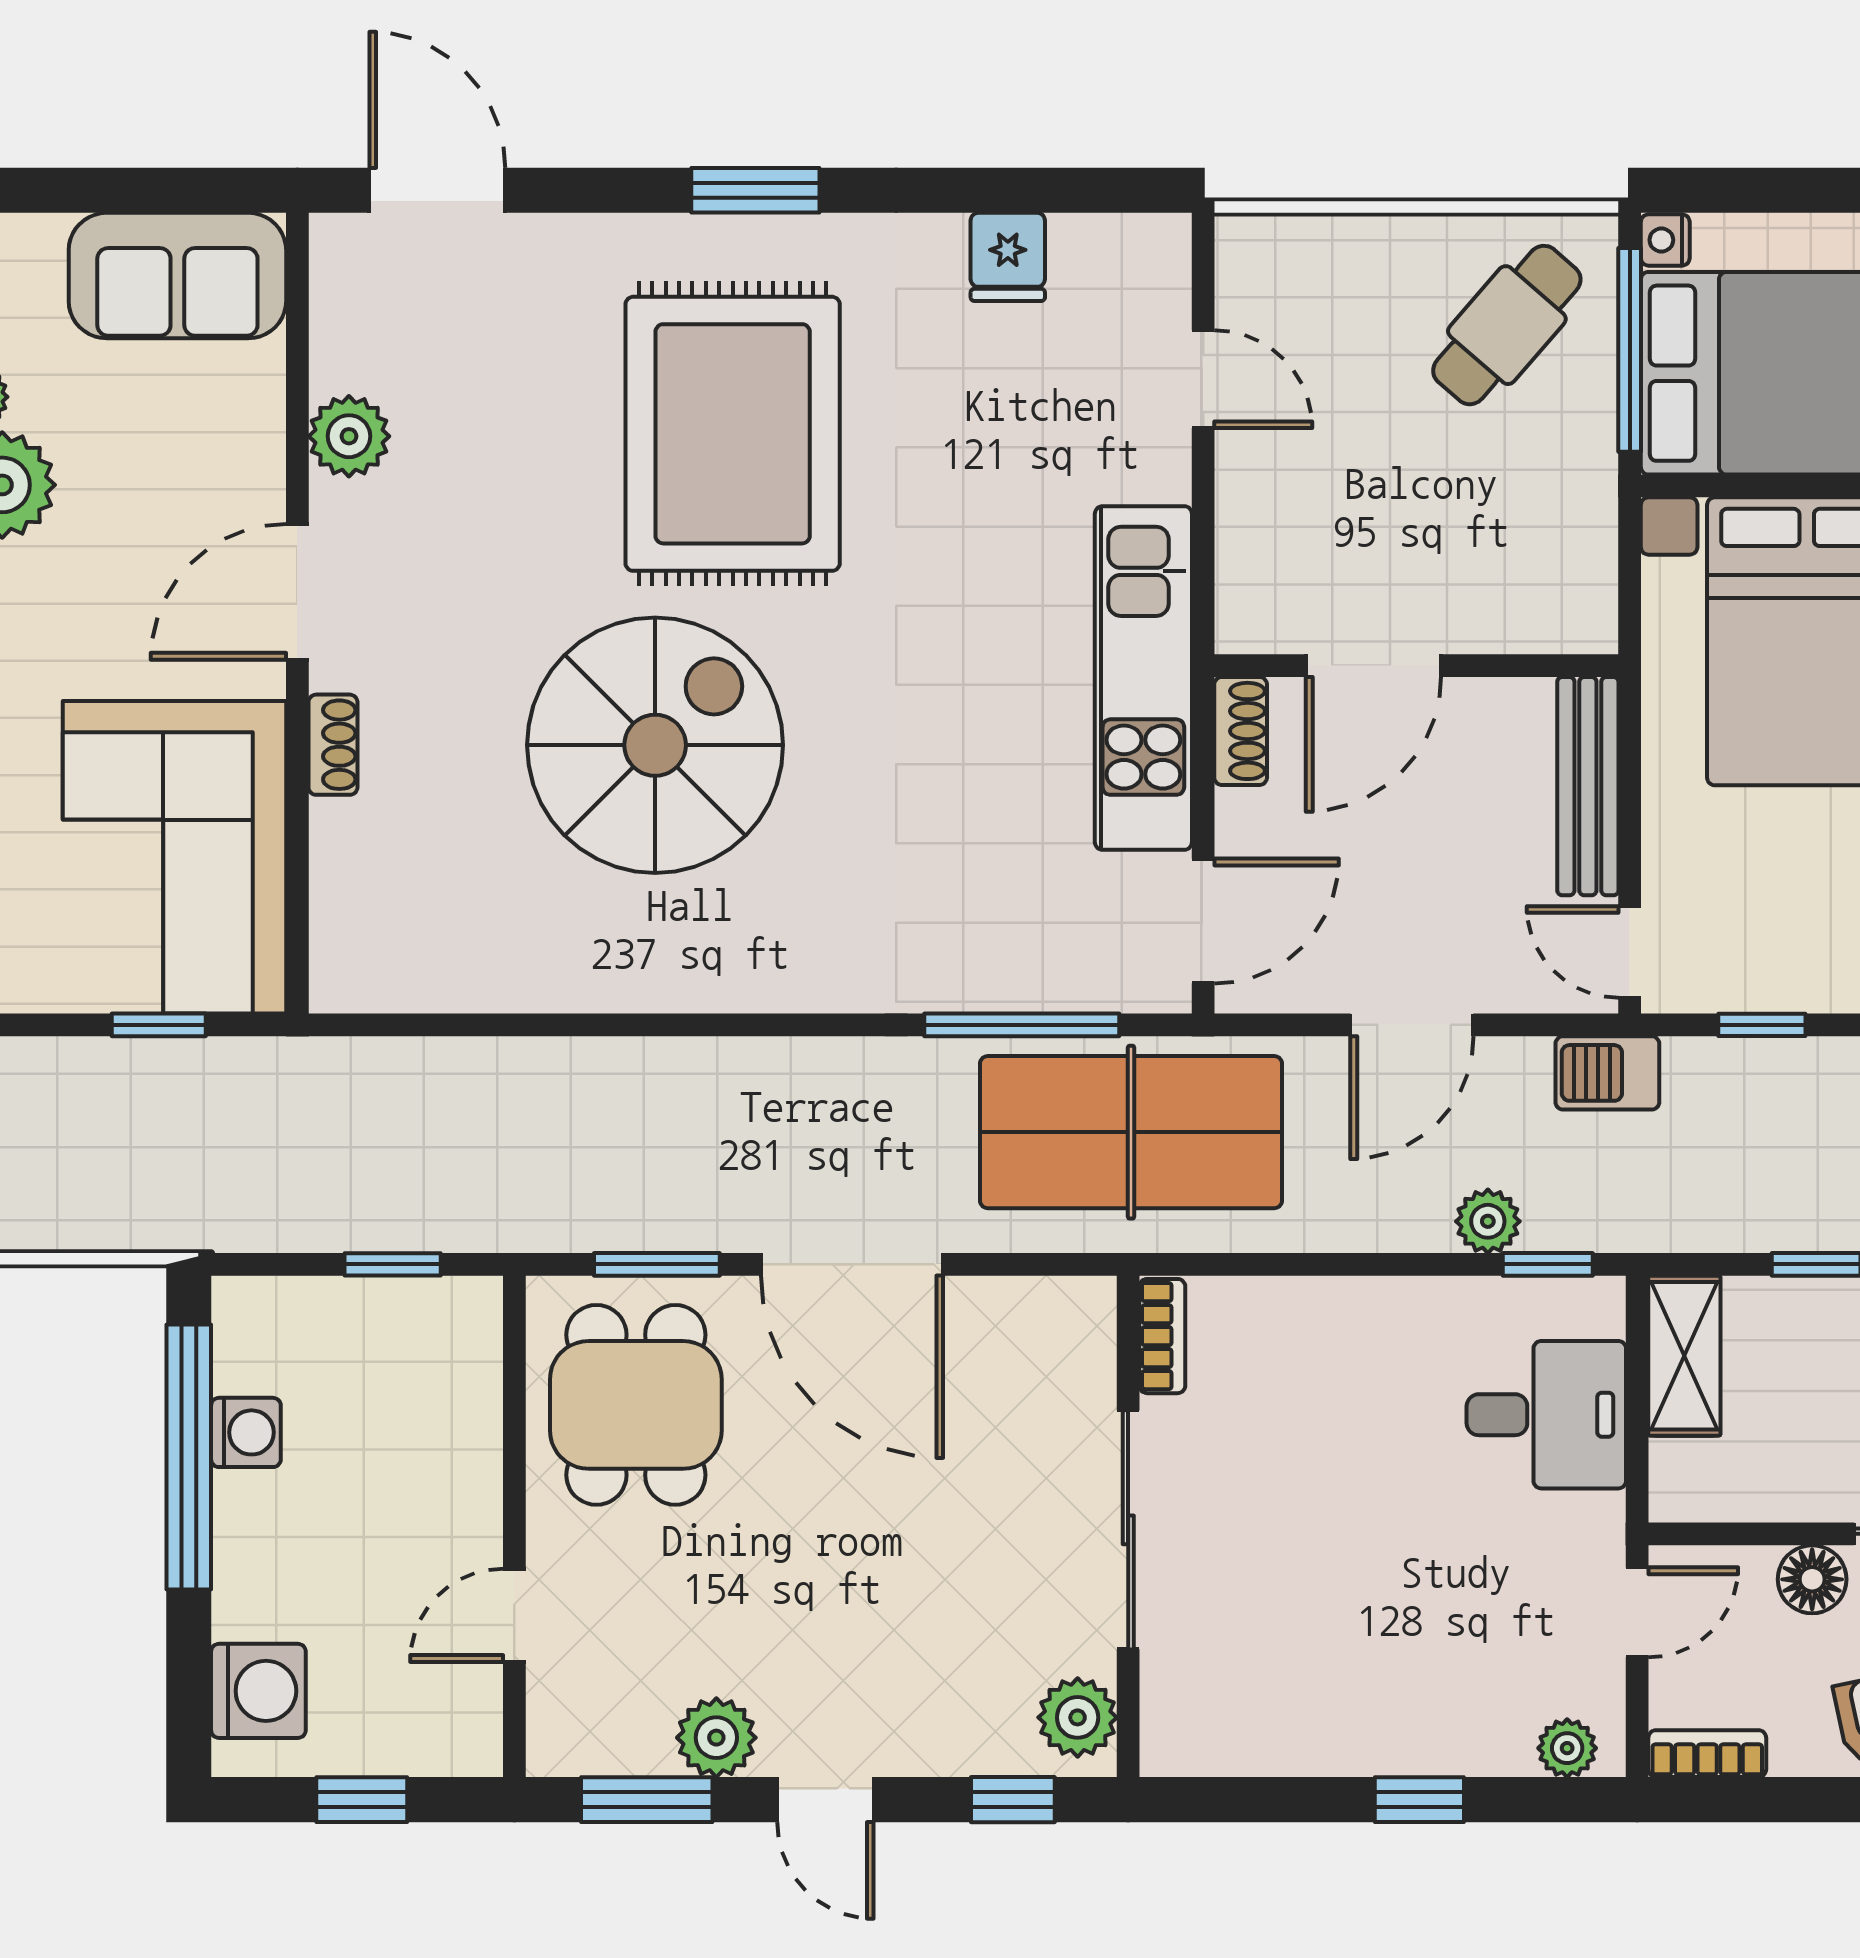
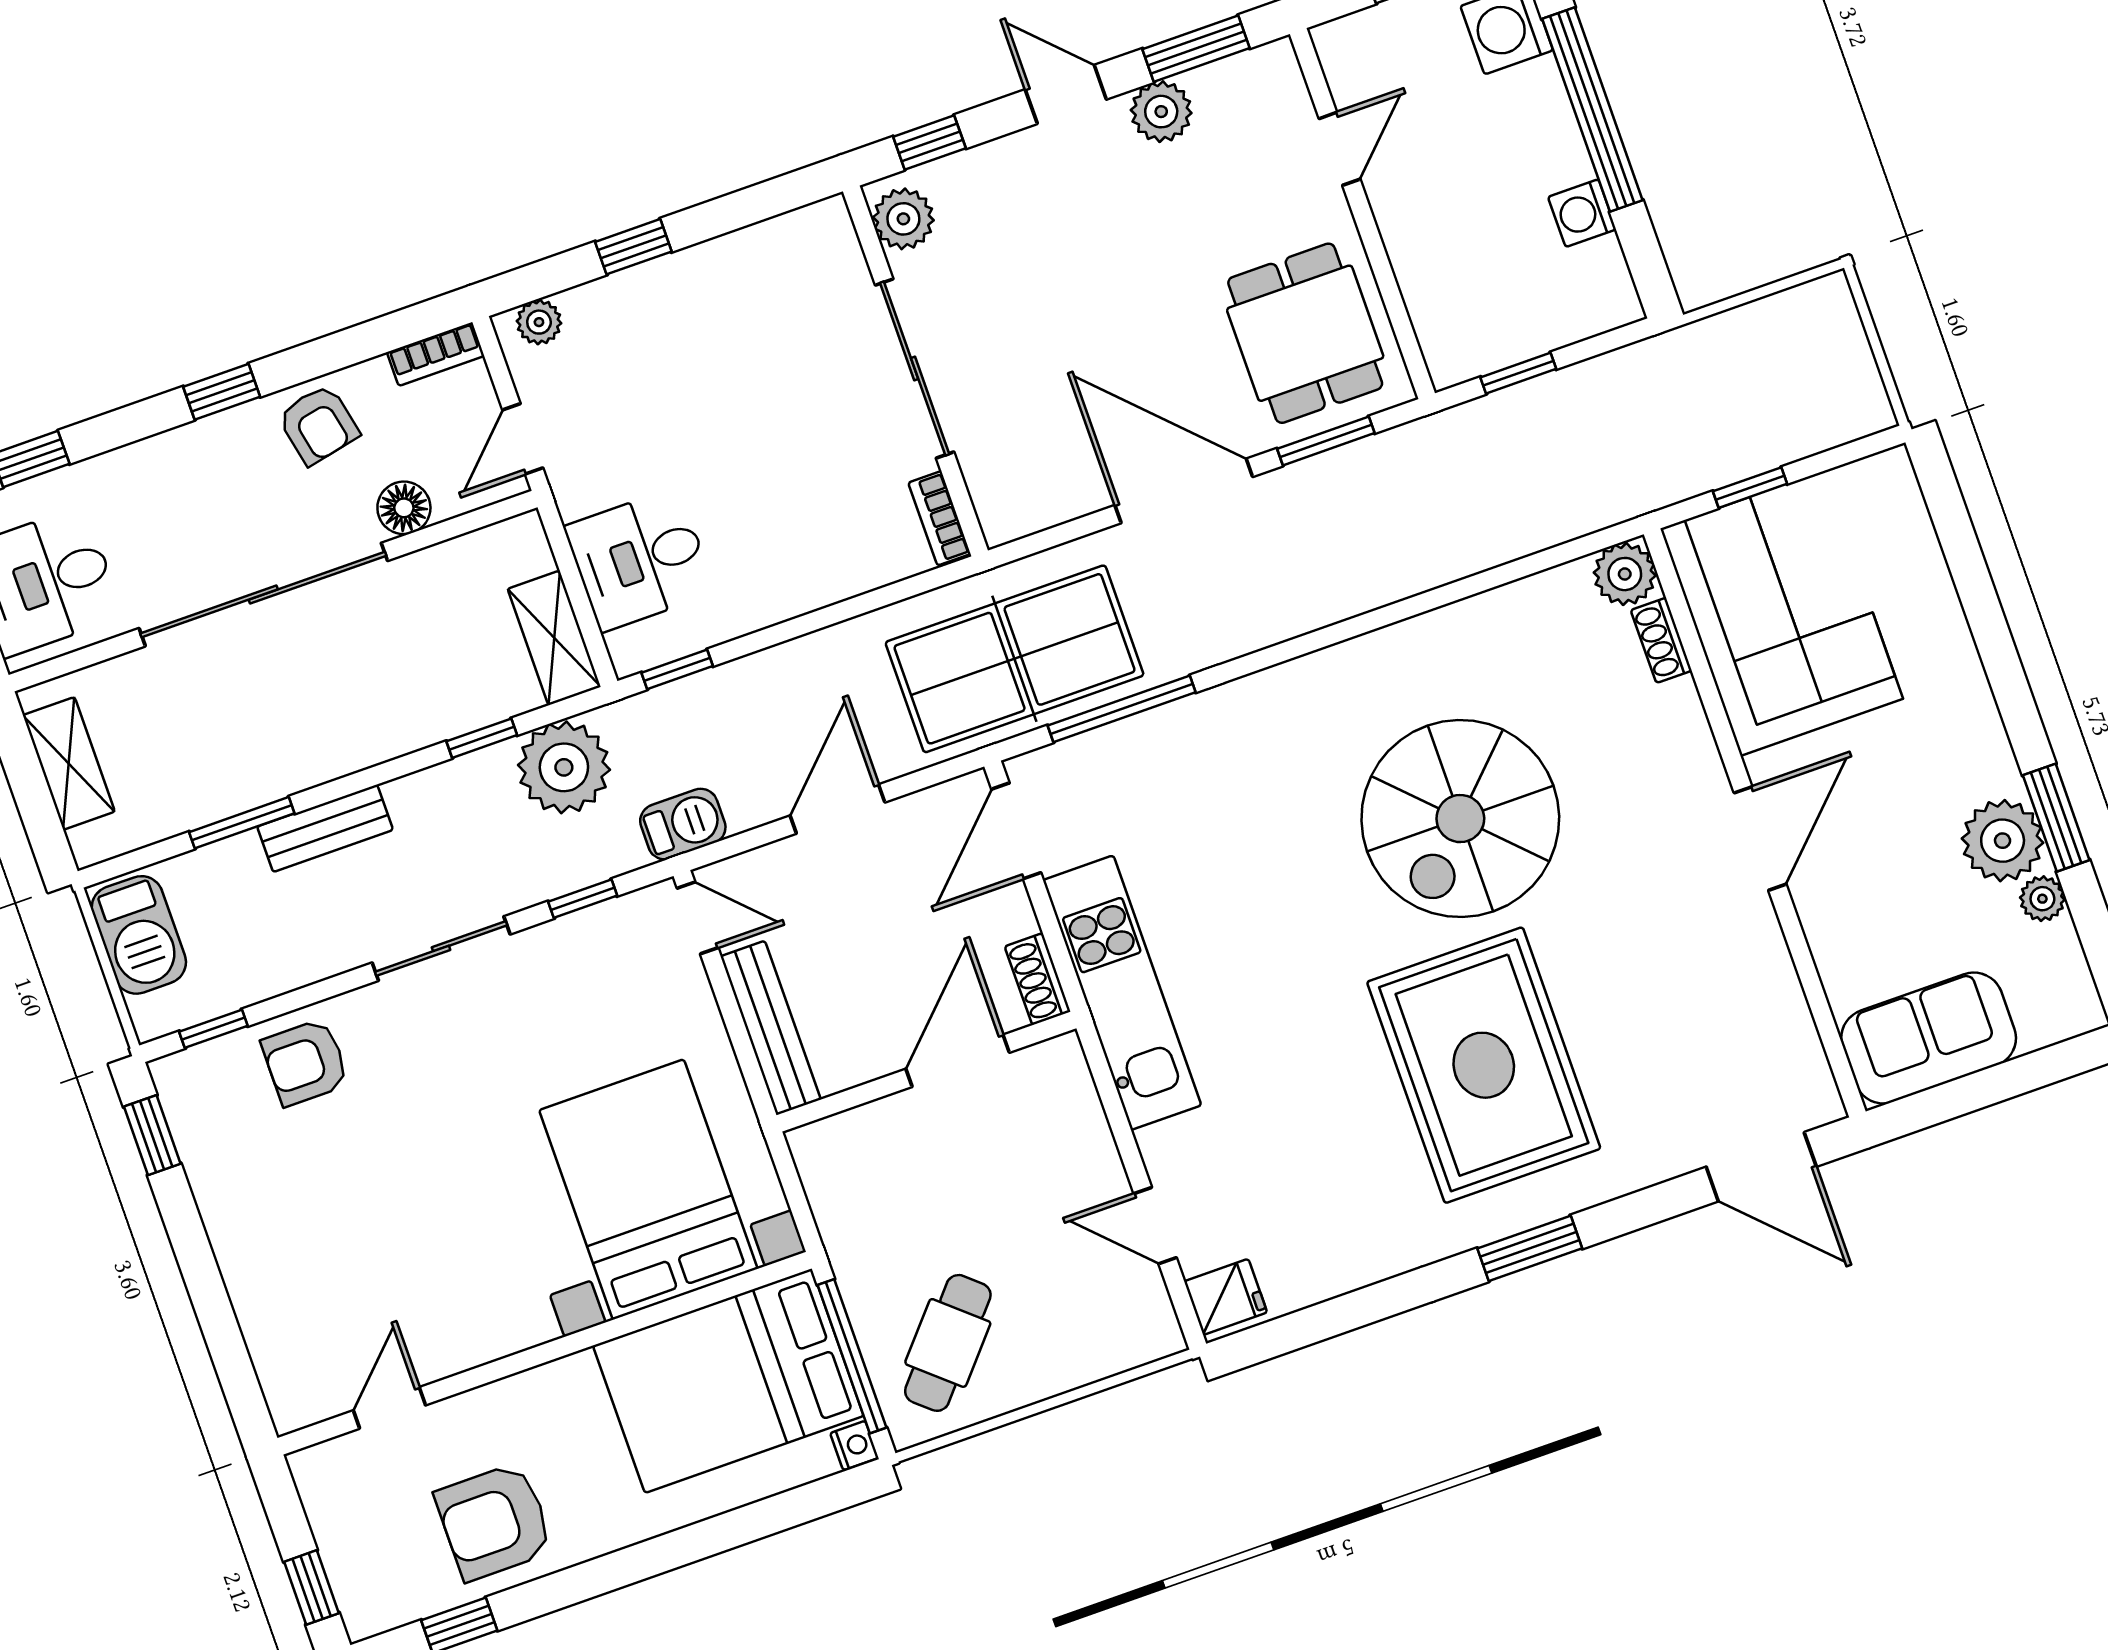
fridge: (1008, 257) -> (1226, 1297), moved, turned 90
plant: (349, 436) -> (1625, 574), moved
shoe rack: (333, 745) -> (1661, 640), moved
plant: (1488, 1221) -> (564, 767), moved, width x1.88, depth x1.88
window: (189, 1457) -> (1592, 110), moved

